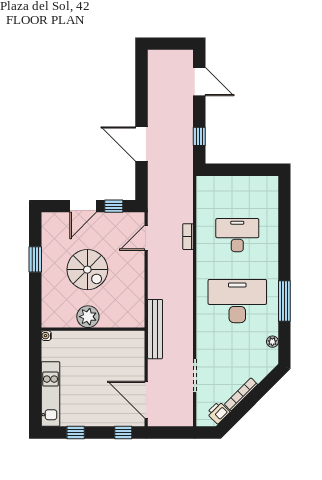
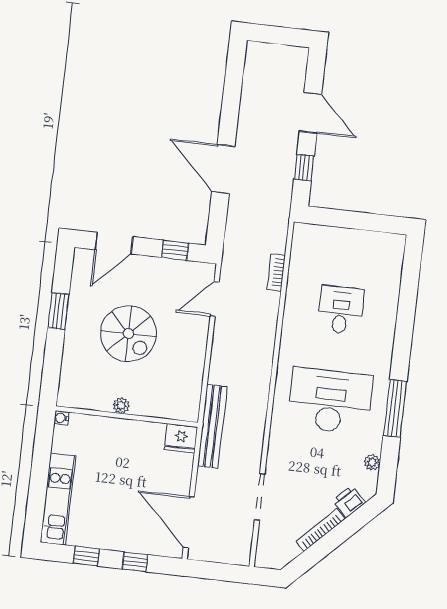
door: (199, 82) -> (310, 113), moved
door: (83, 206) -> (114, 243), moved
desk: (237, 235) -> (341, 310), width x0.73
bookcase: (188, 237) -> (276, 272), moved
plant: (88, 317) -> (121, 406), width x0.53, depth x0.53
fridge: (134, 340) -> (181, 438), added
printer: (218, 413) -> (349, 502), moved
window: (123, 432) -> (135, 562), moved

